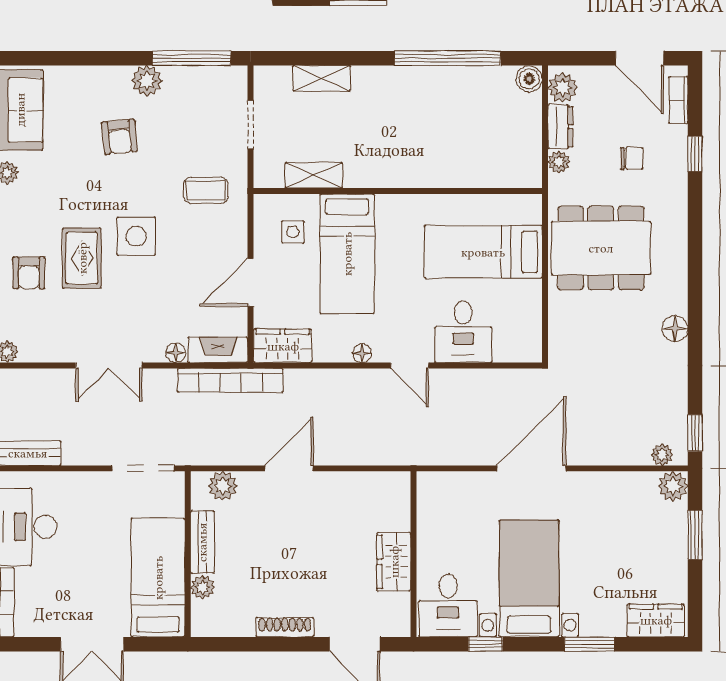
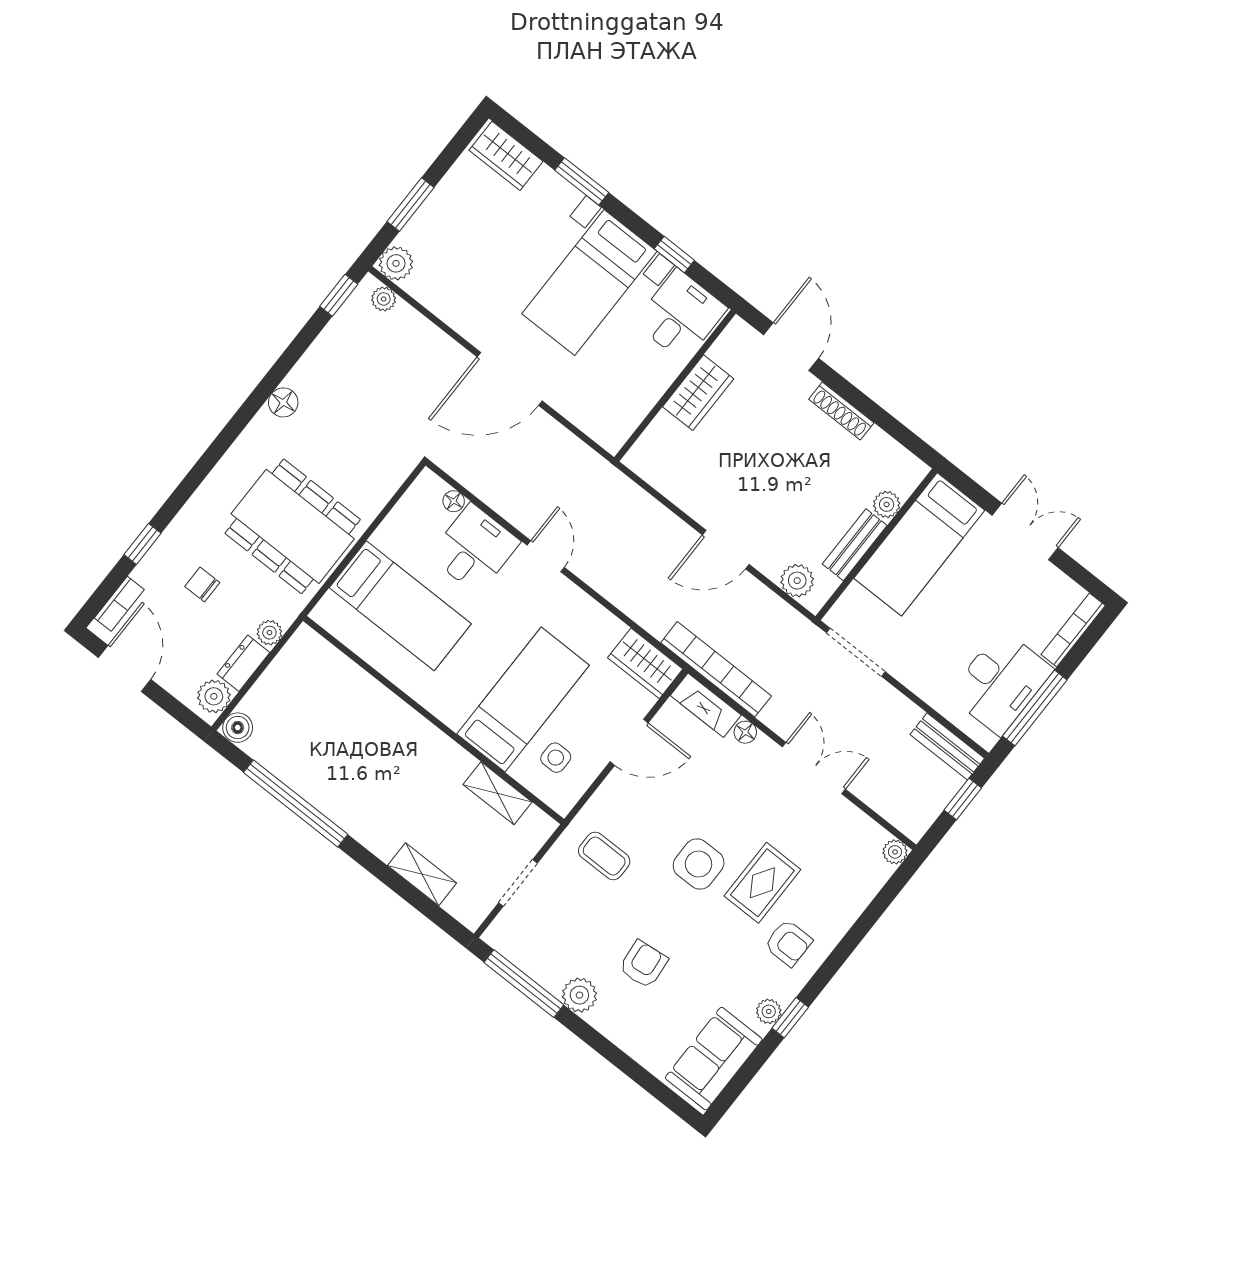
armchair: (29, 273) -> (788, 943), moved, turned 90
floor lamp: (362, 353) -> (454, 501), moved

